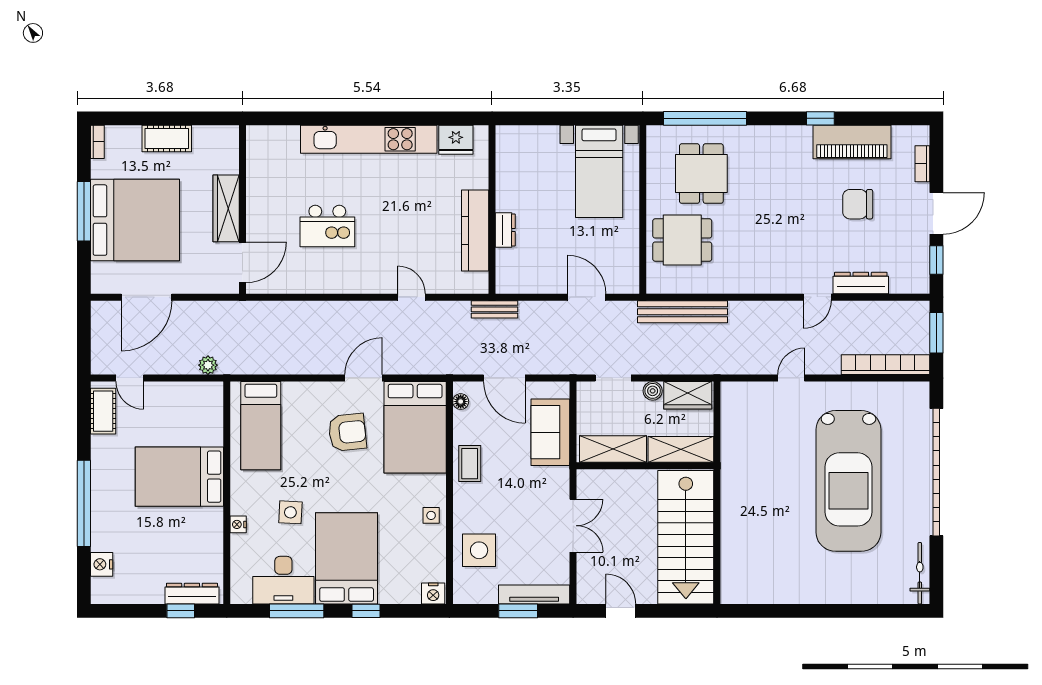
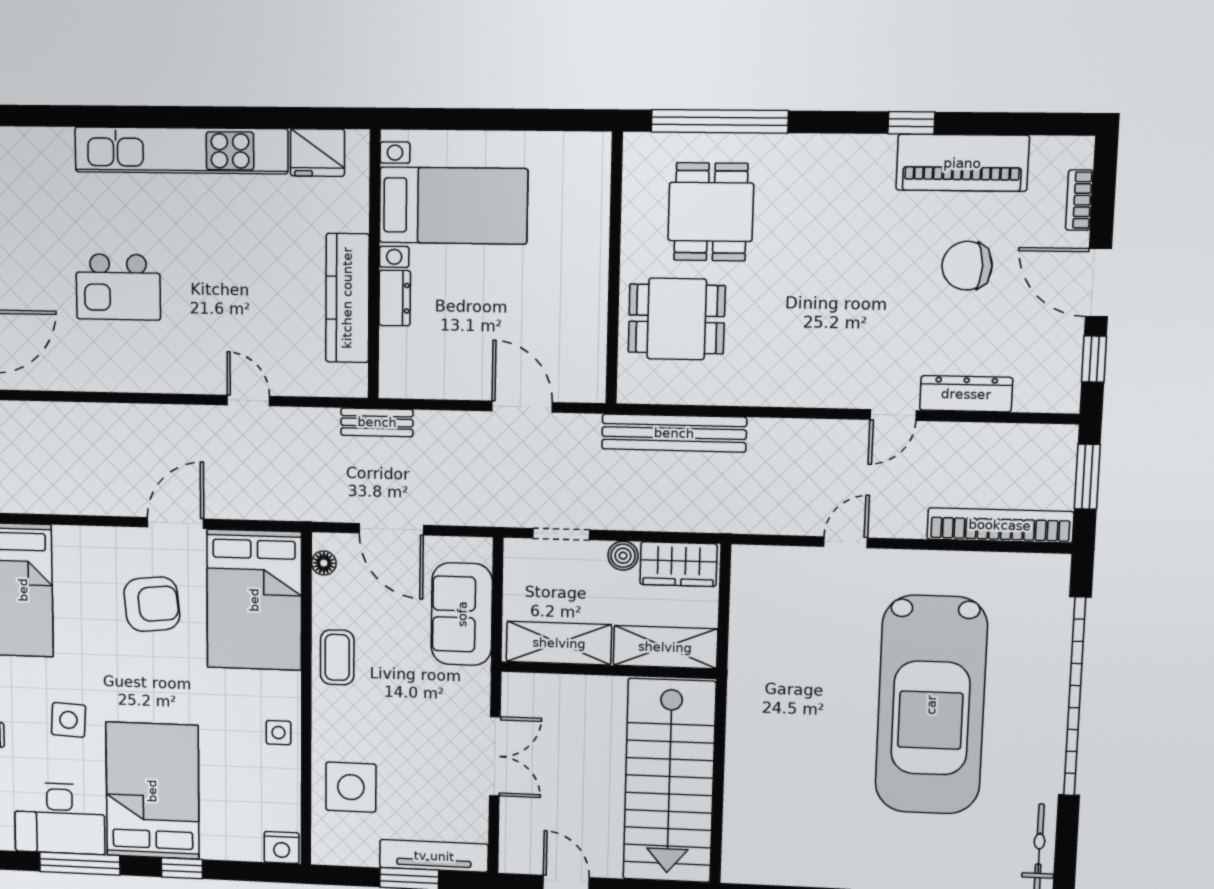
bed with nightstands: (599, 171) -> (453, 206), moved, turned -90
door: (936, 213) -> (1098, 283), swing flipped

